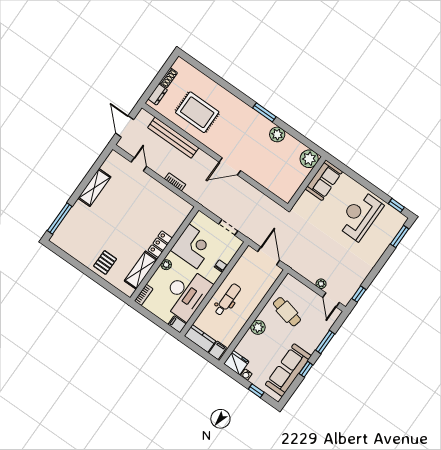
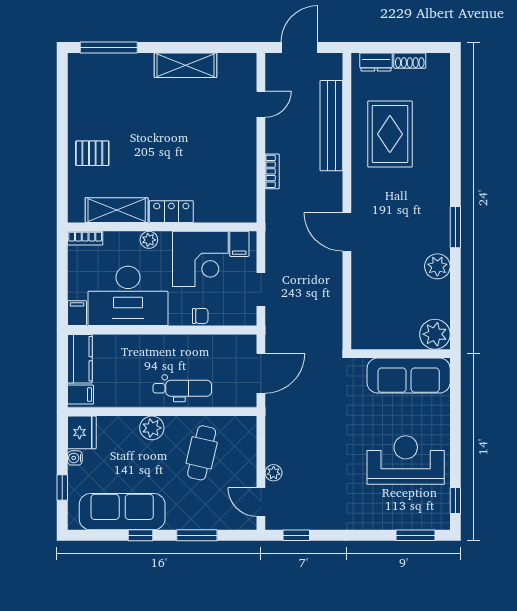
sofa: (324, 180) -> (409, 376), width x1.36
filing cabinet: (199, 222) -> (239, 244), added
dental chair: (228, 300) -> (182, 388), moved
door: (331, 300) -> (261, 502), hinge flipped

